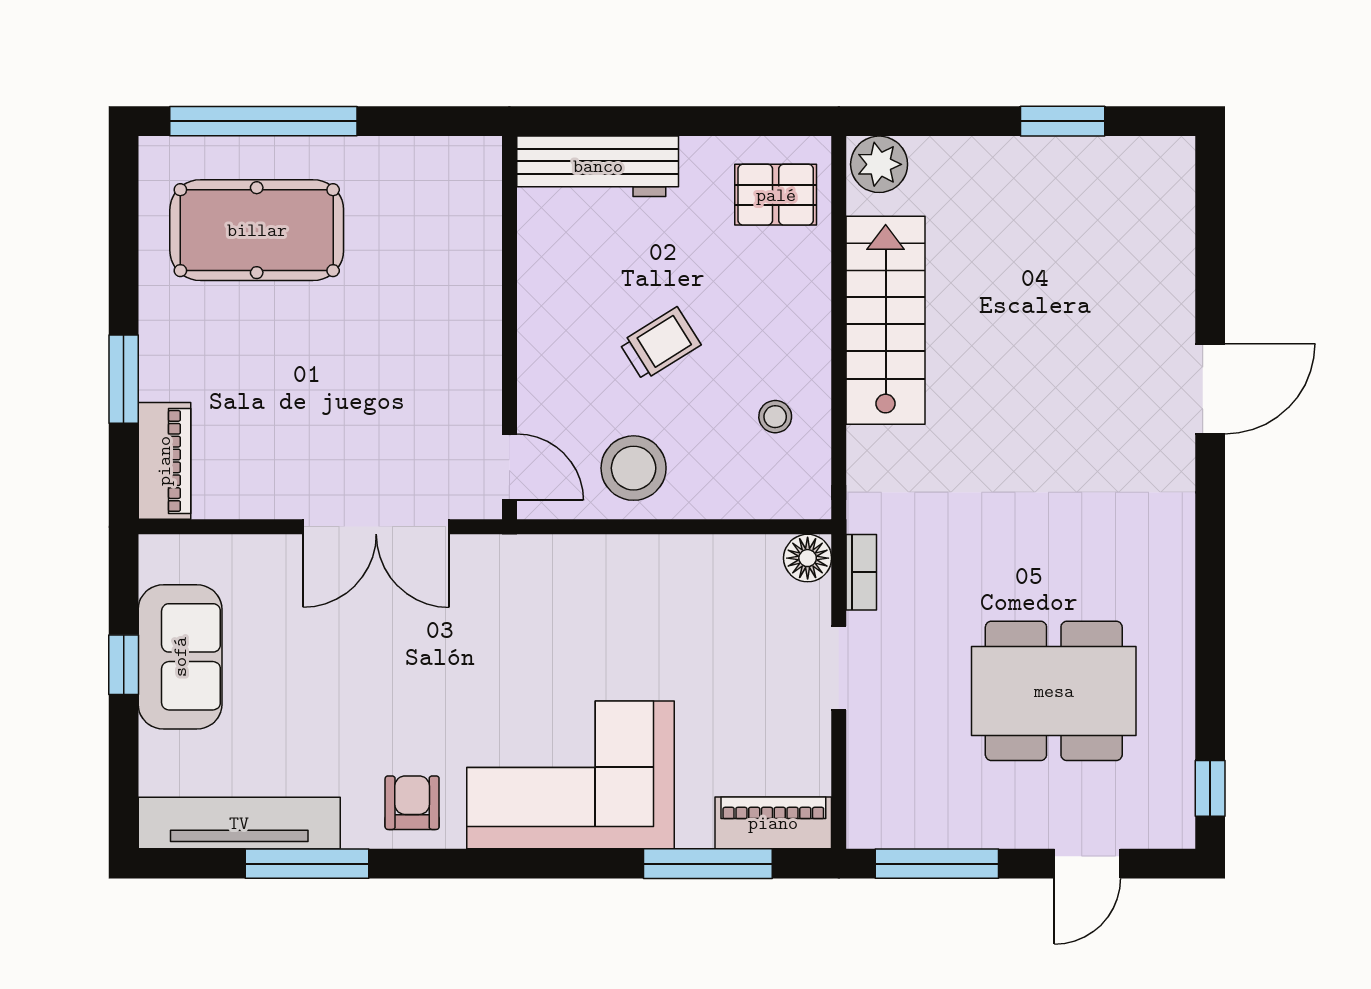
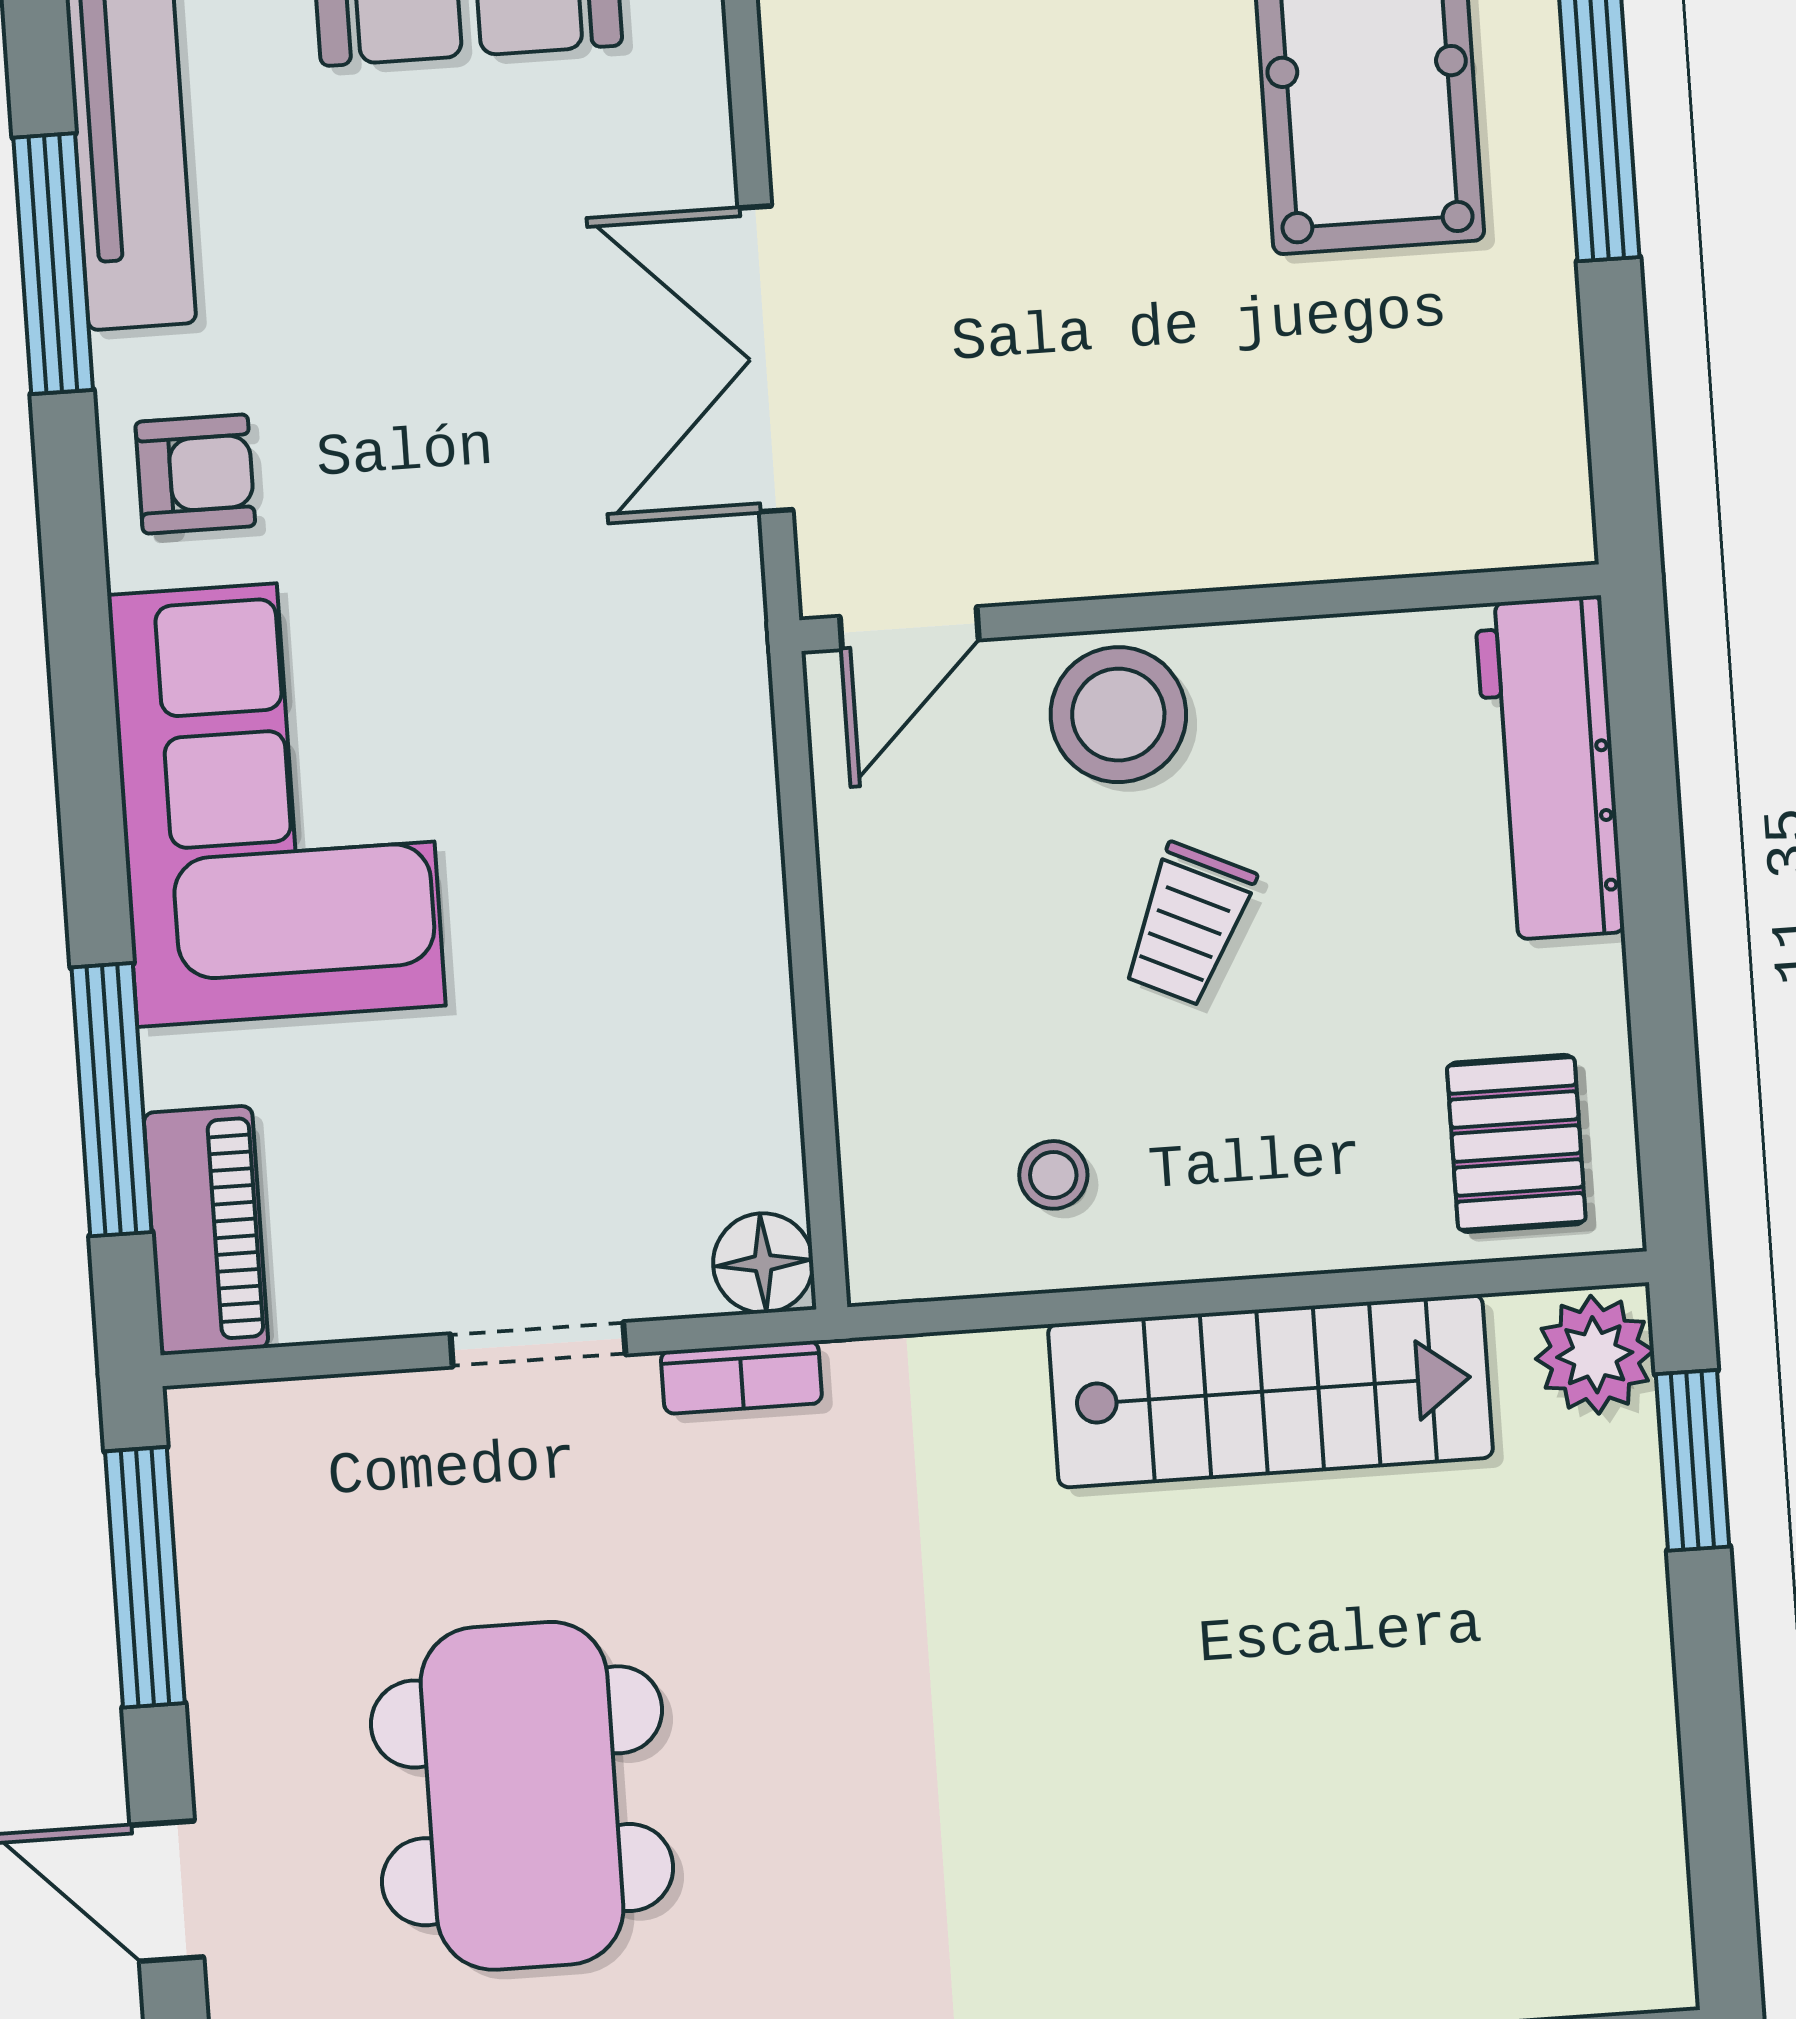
window: (1063, 121) -> (1692, 1460), moved
trolley: (660, 344) -> (1188, 924), turned 57
stool: (634, 468) -> (1118, 715), moved

